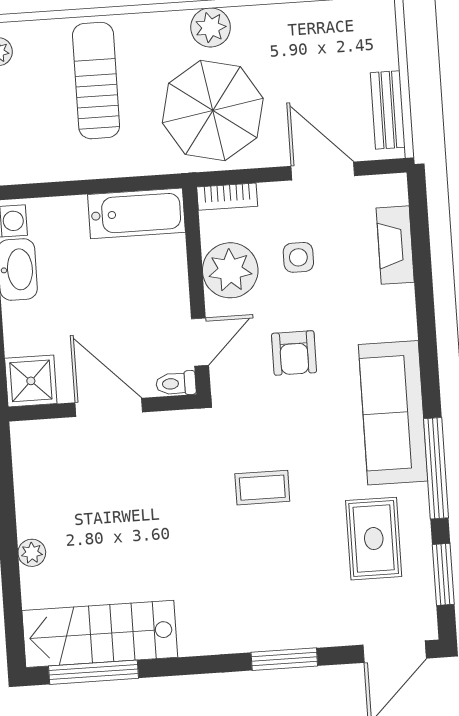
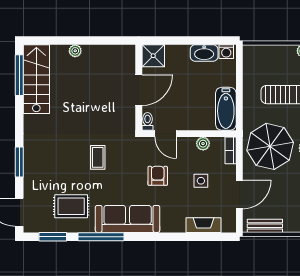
plant: (230, 270) -> (203, 144), width x0.53, depth x0.53
armchair: (294, 353) -> (158, 176), turned 90

